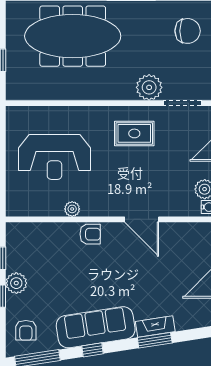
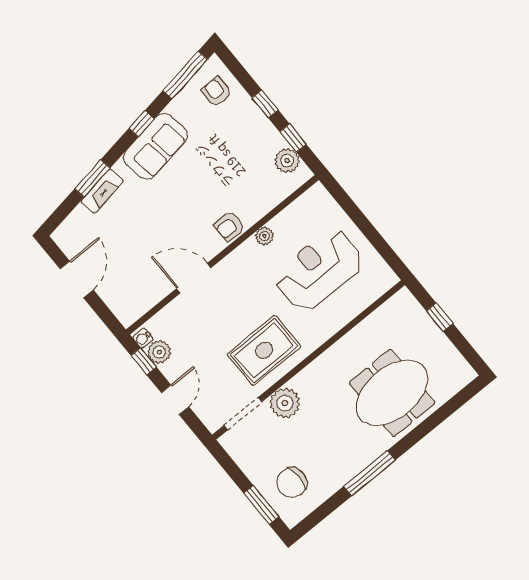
meeting table: (73, 36) -> (392, 393), width x0.73
rug: (134, 133) -> (264, 350), width x1.36, depth x1.43
plant: (16, 283) -> (287, 161), moved
sofa: (96, 327) -> (155, 146), width x0.73

